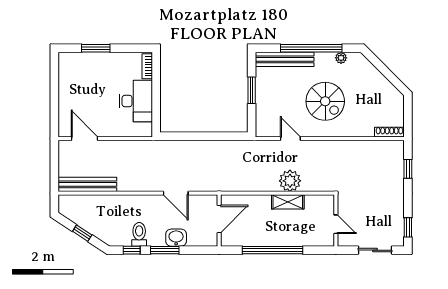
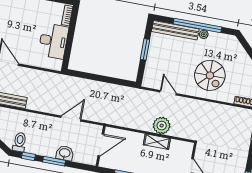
plant: (341, 58) -> (204, 34), moved
spiral stairs: (325, 101) -> (210, 75), moved
door: (176, 193) -> (71, 119), swing flipped
toilet: (139, 234) -> (20, 142), moved

